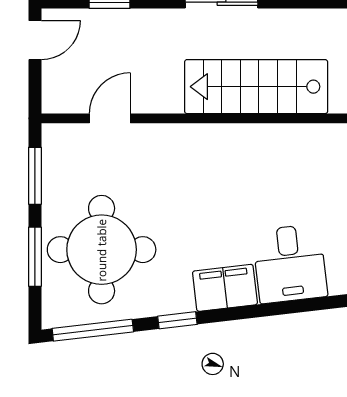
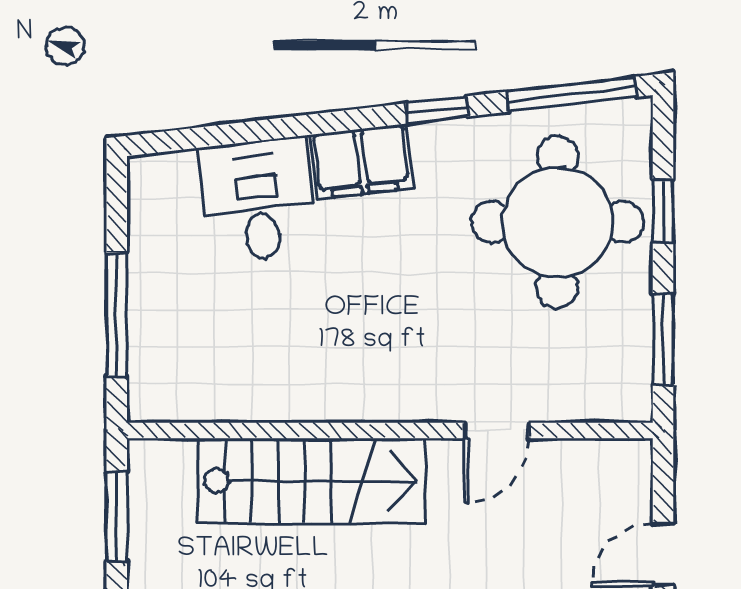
door: (110, 118) -> (496, 430), moved
window: (35, 257) -> (663, 211), width x0.67

